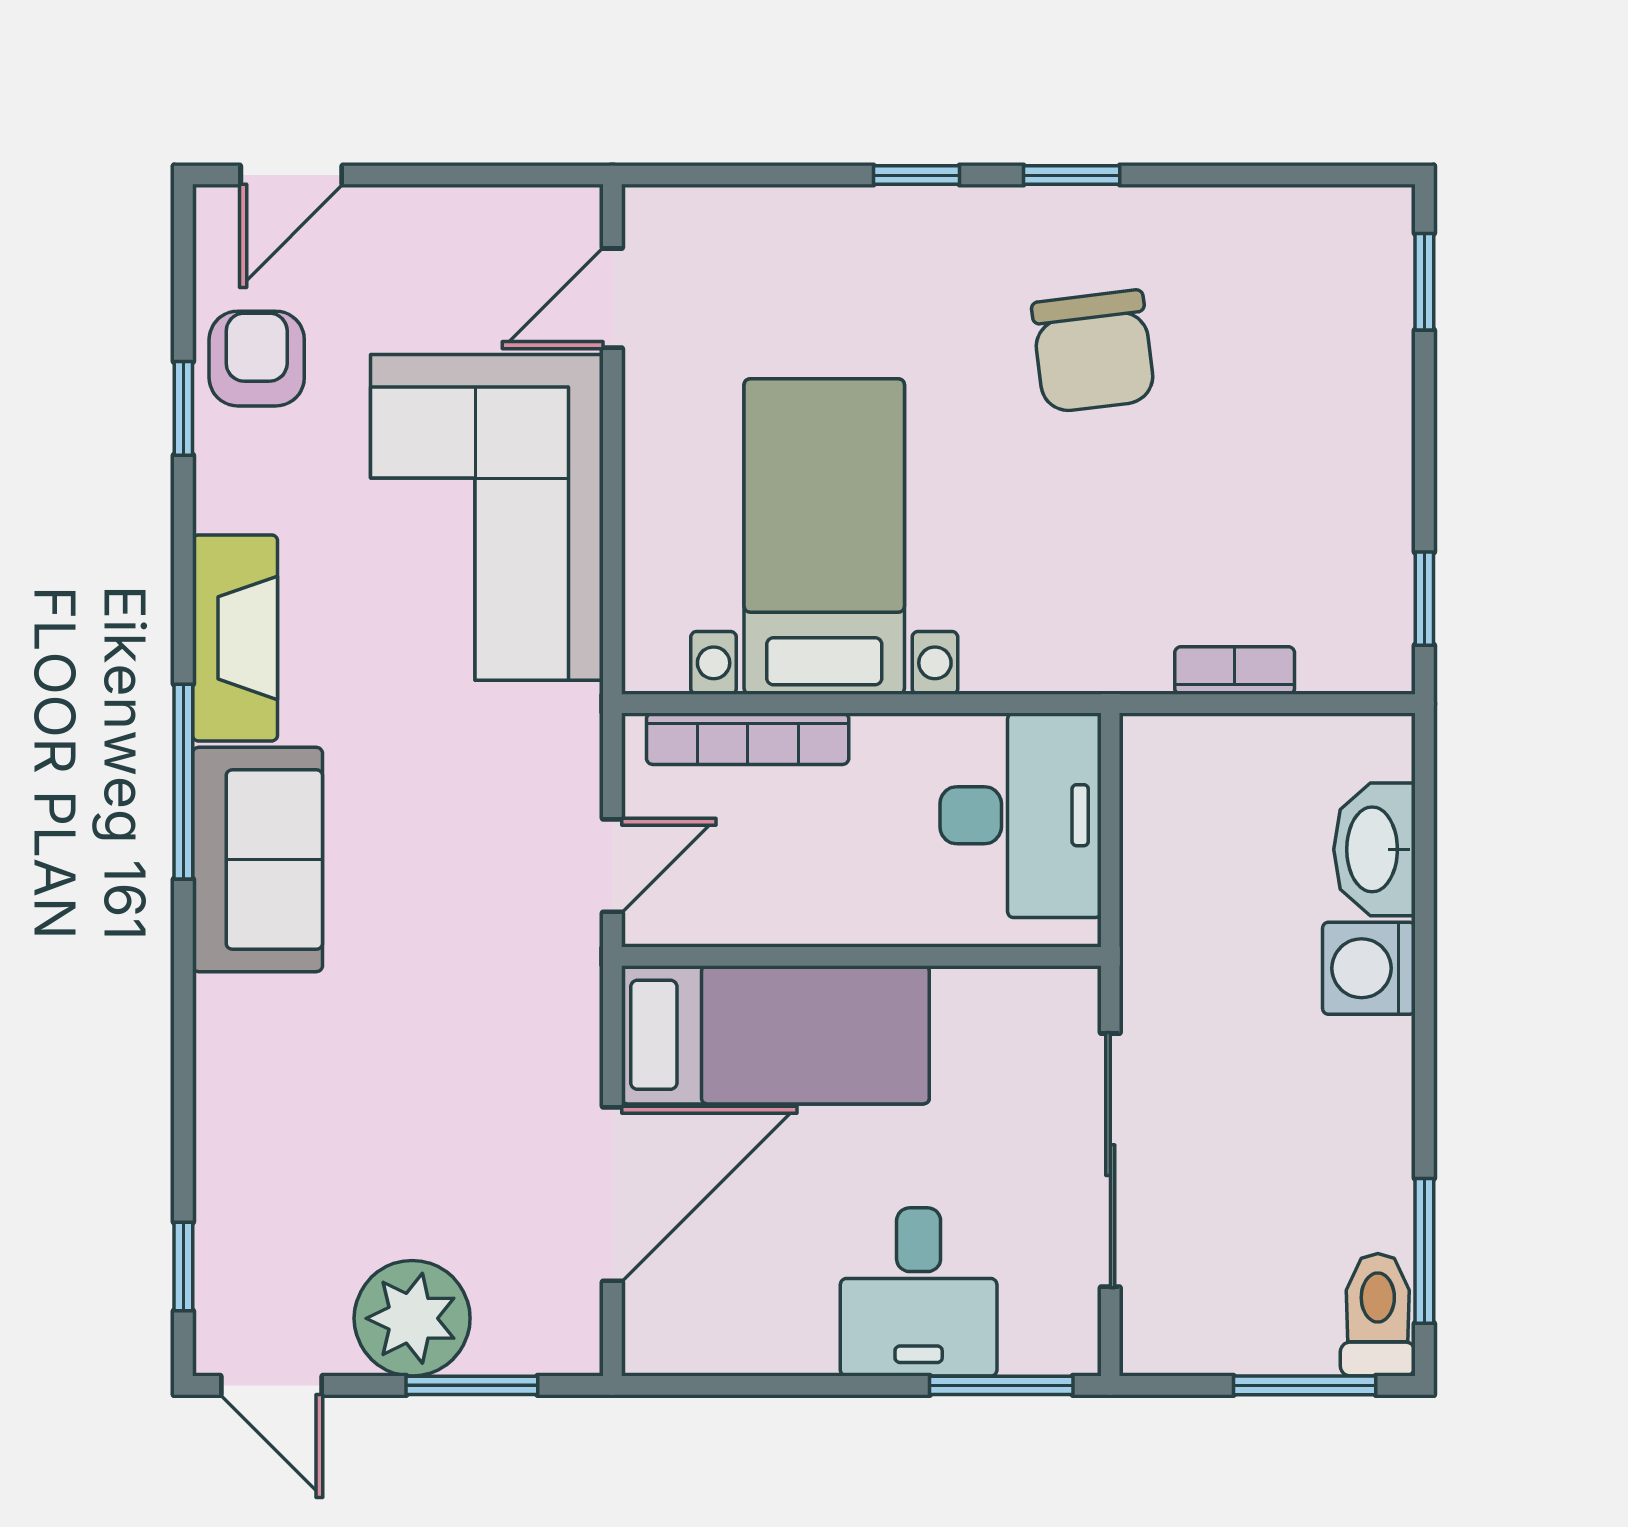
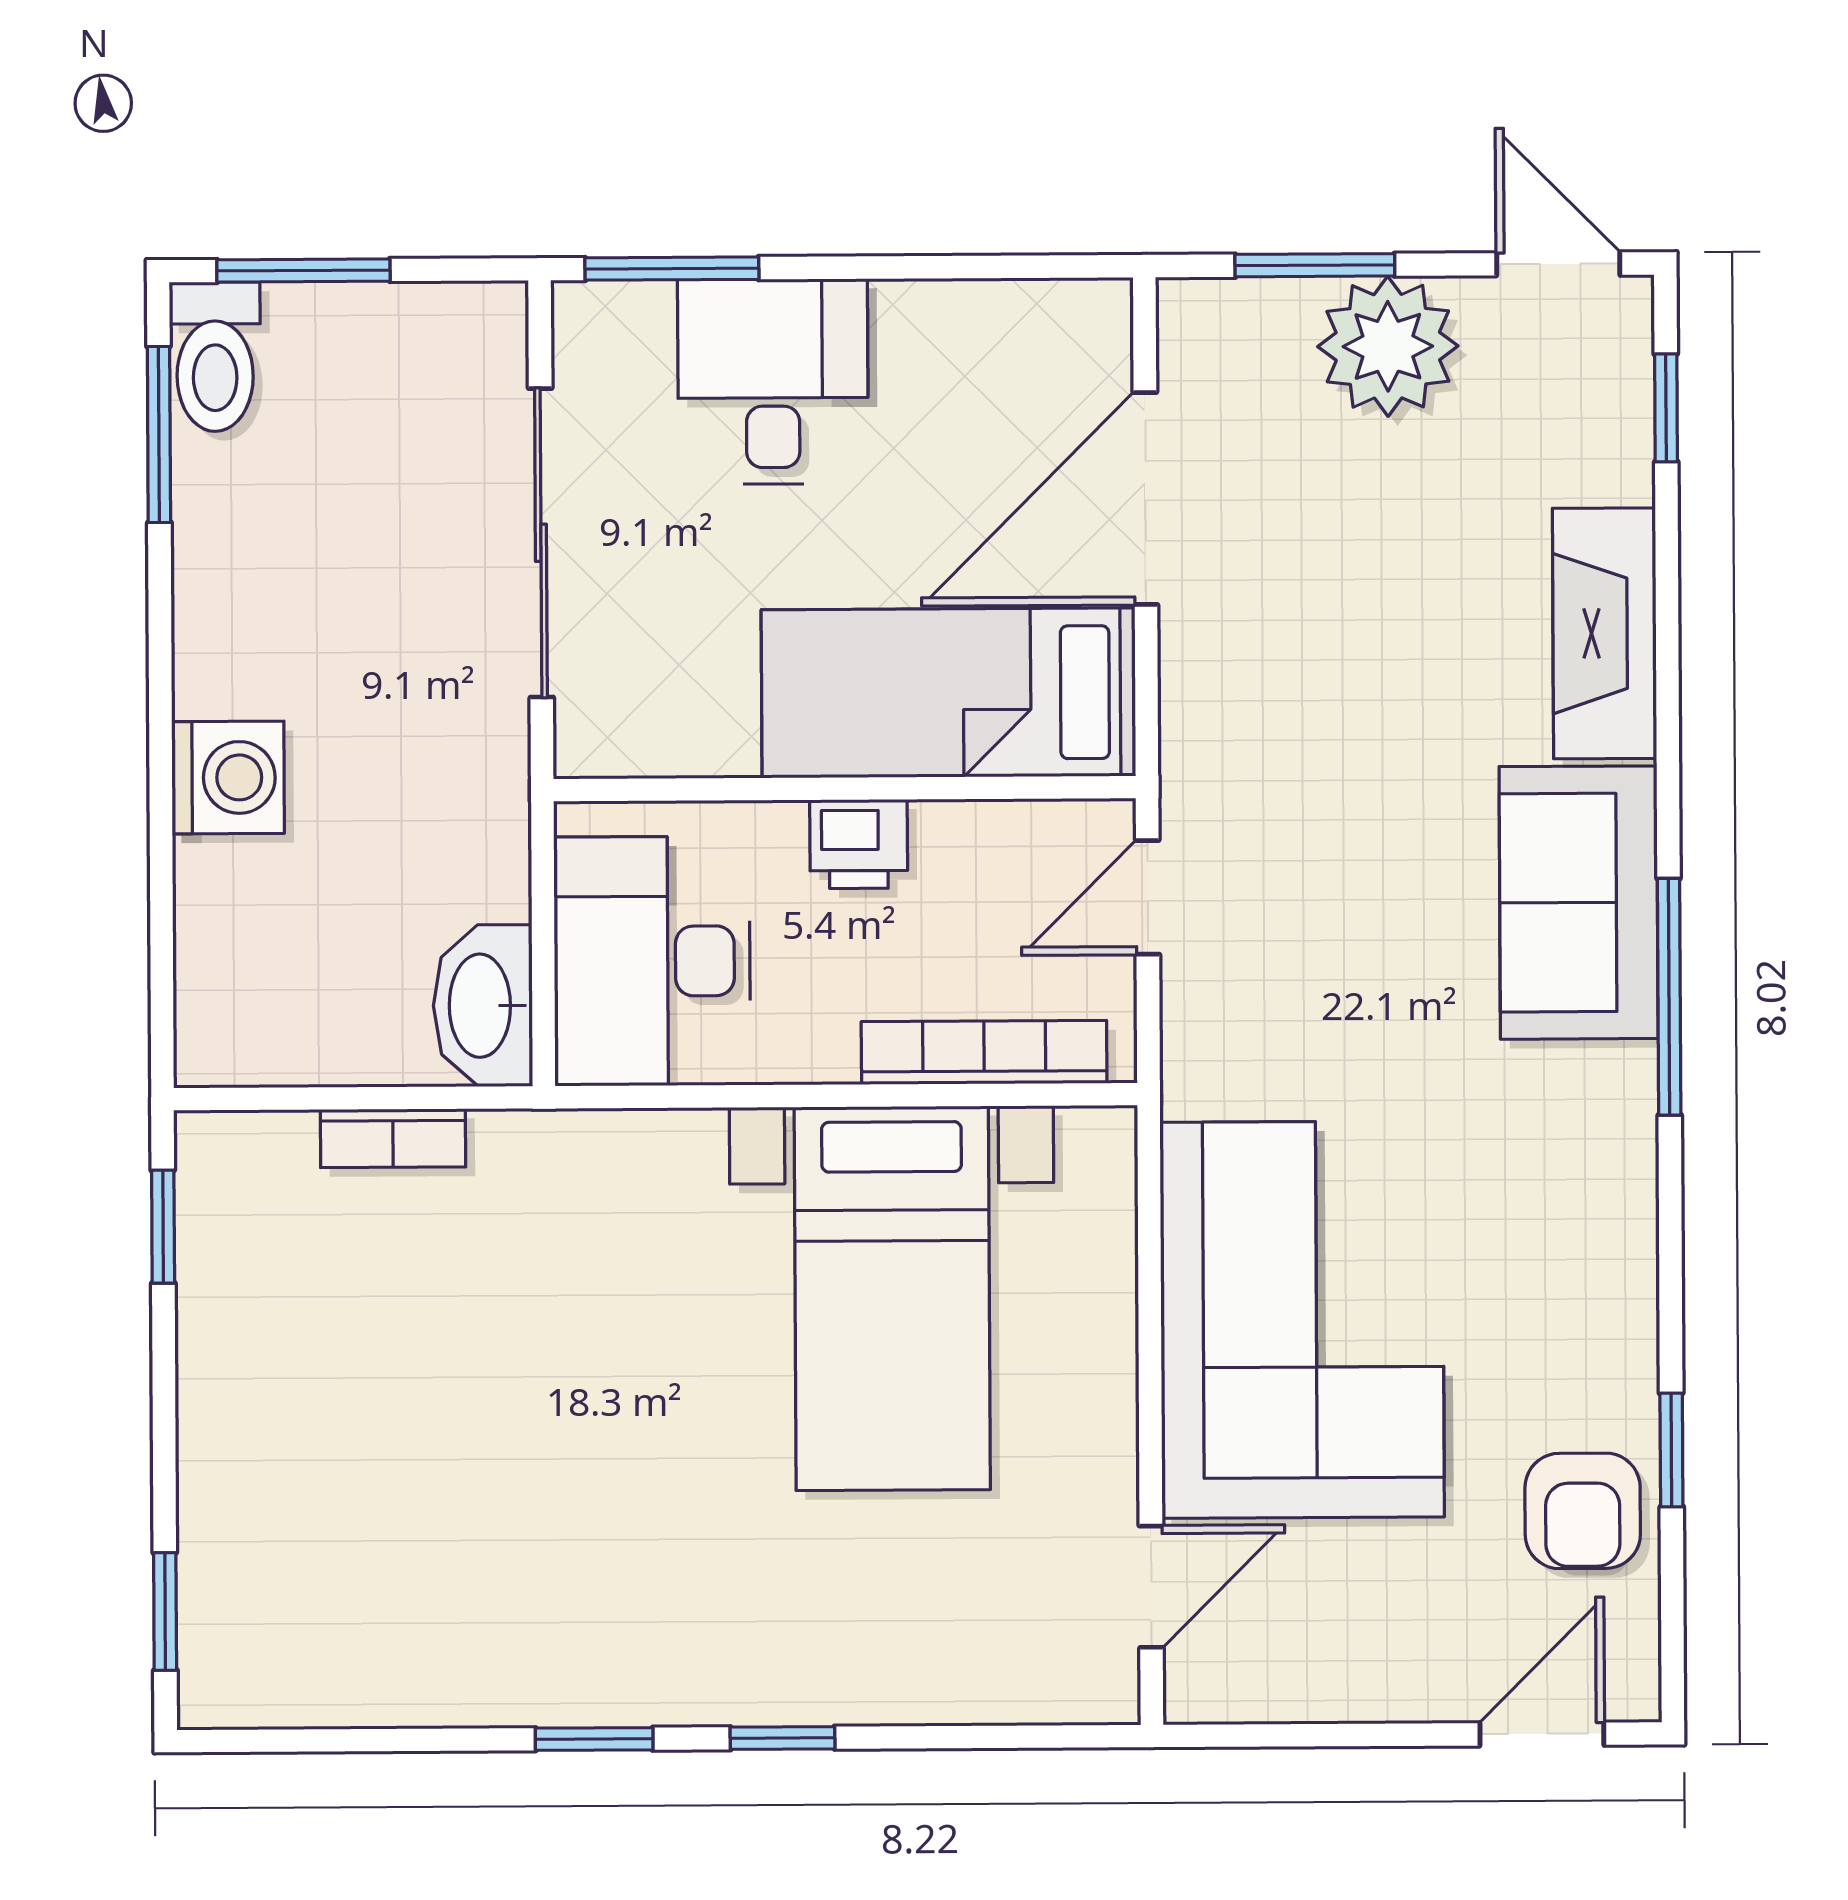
chair: (1093, 351) -> (567, 1525), removed
fireplace: (235, 638) -> (1604, 633), moved
washbasin: (1375, 849) -> (483, 1006), moved, turned 180
printer: (850, 911) -> (859, 844), added

